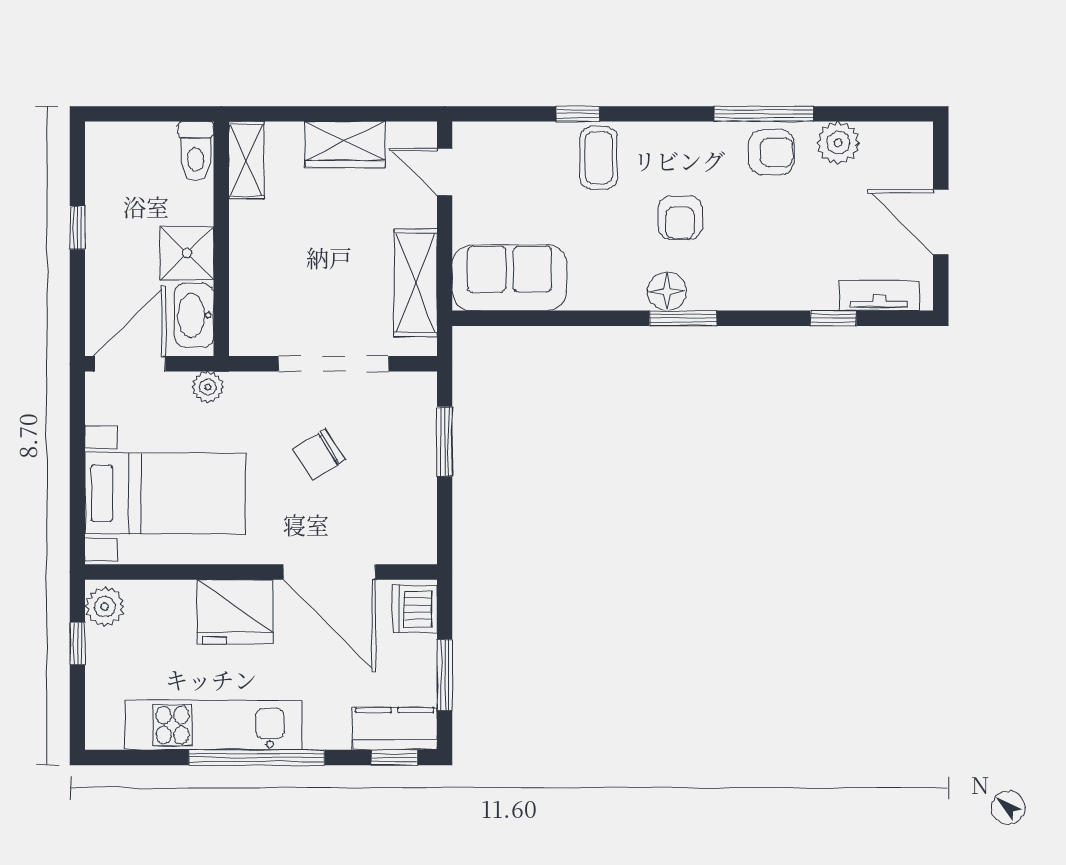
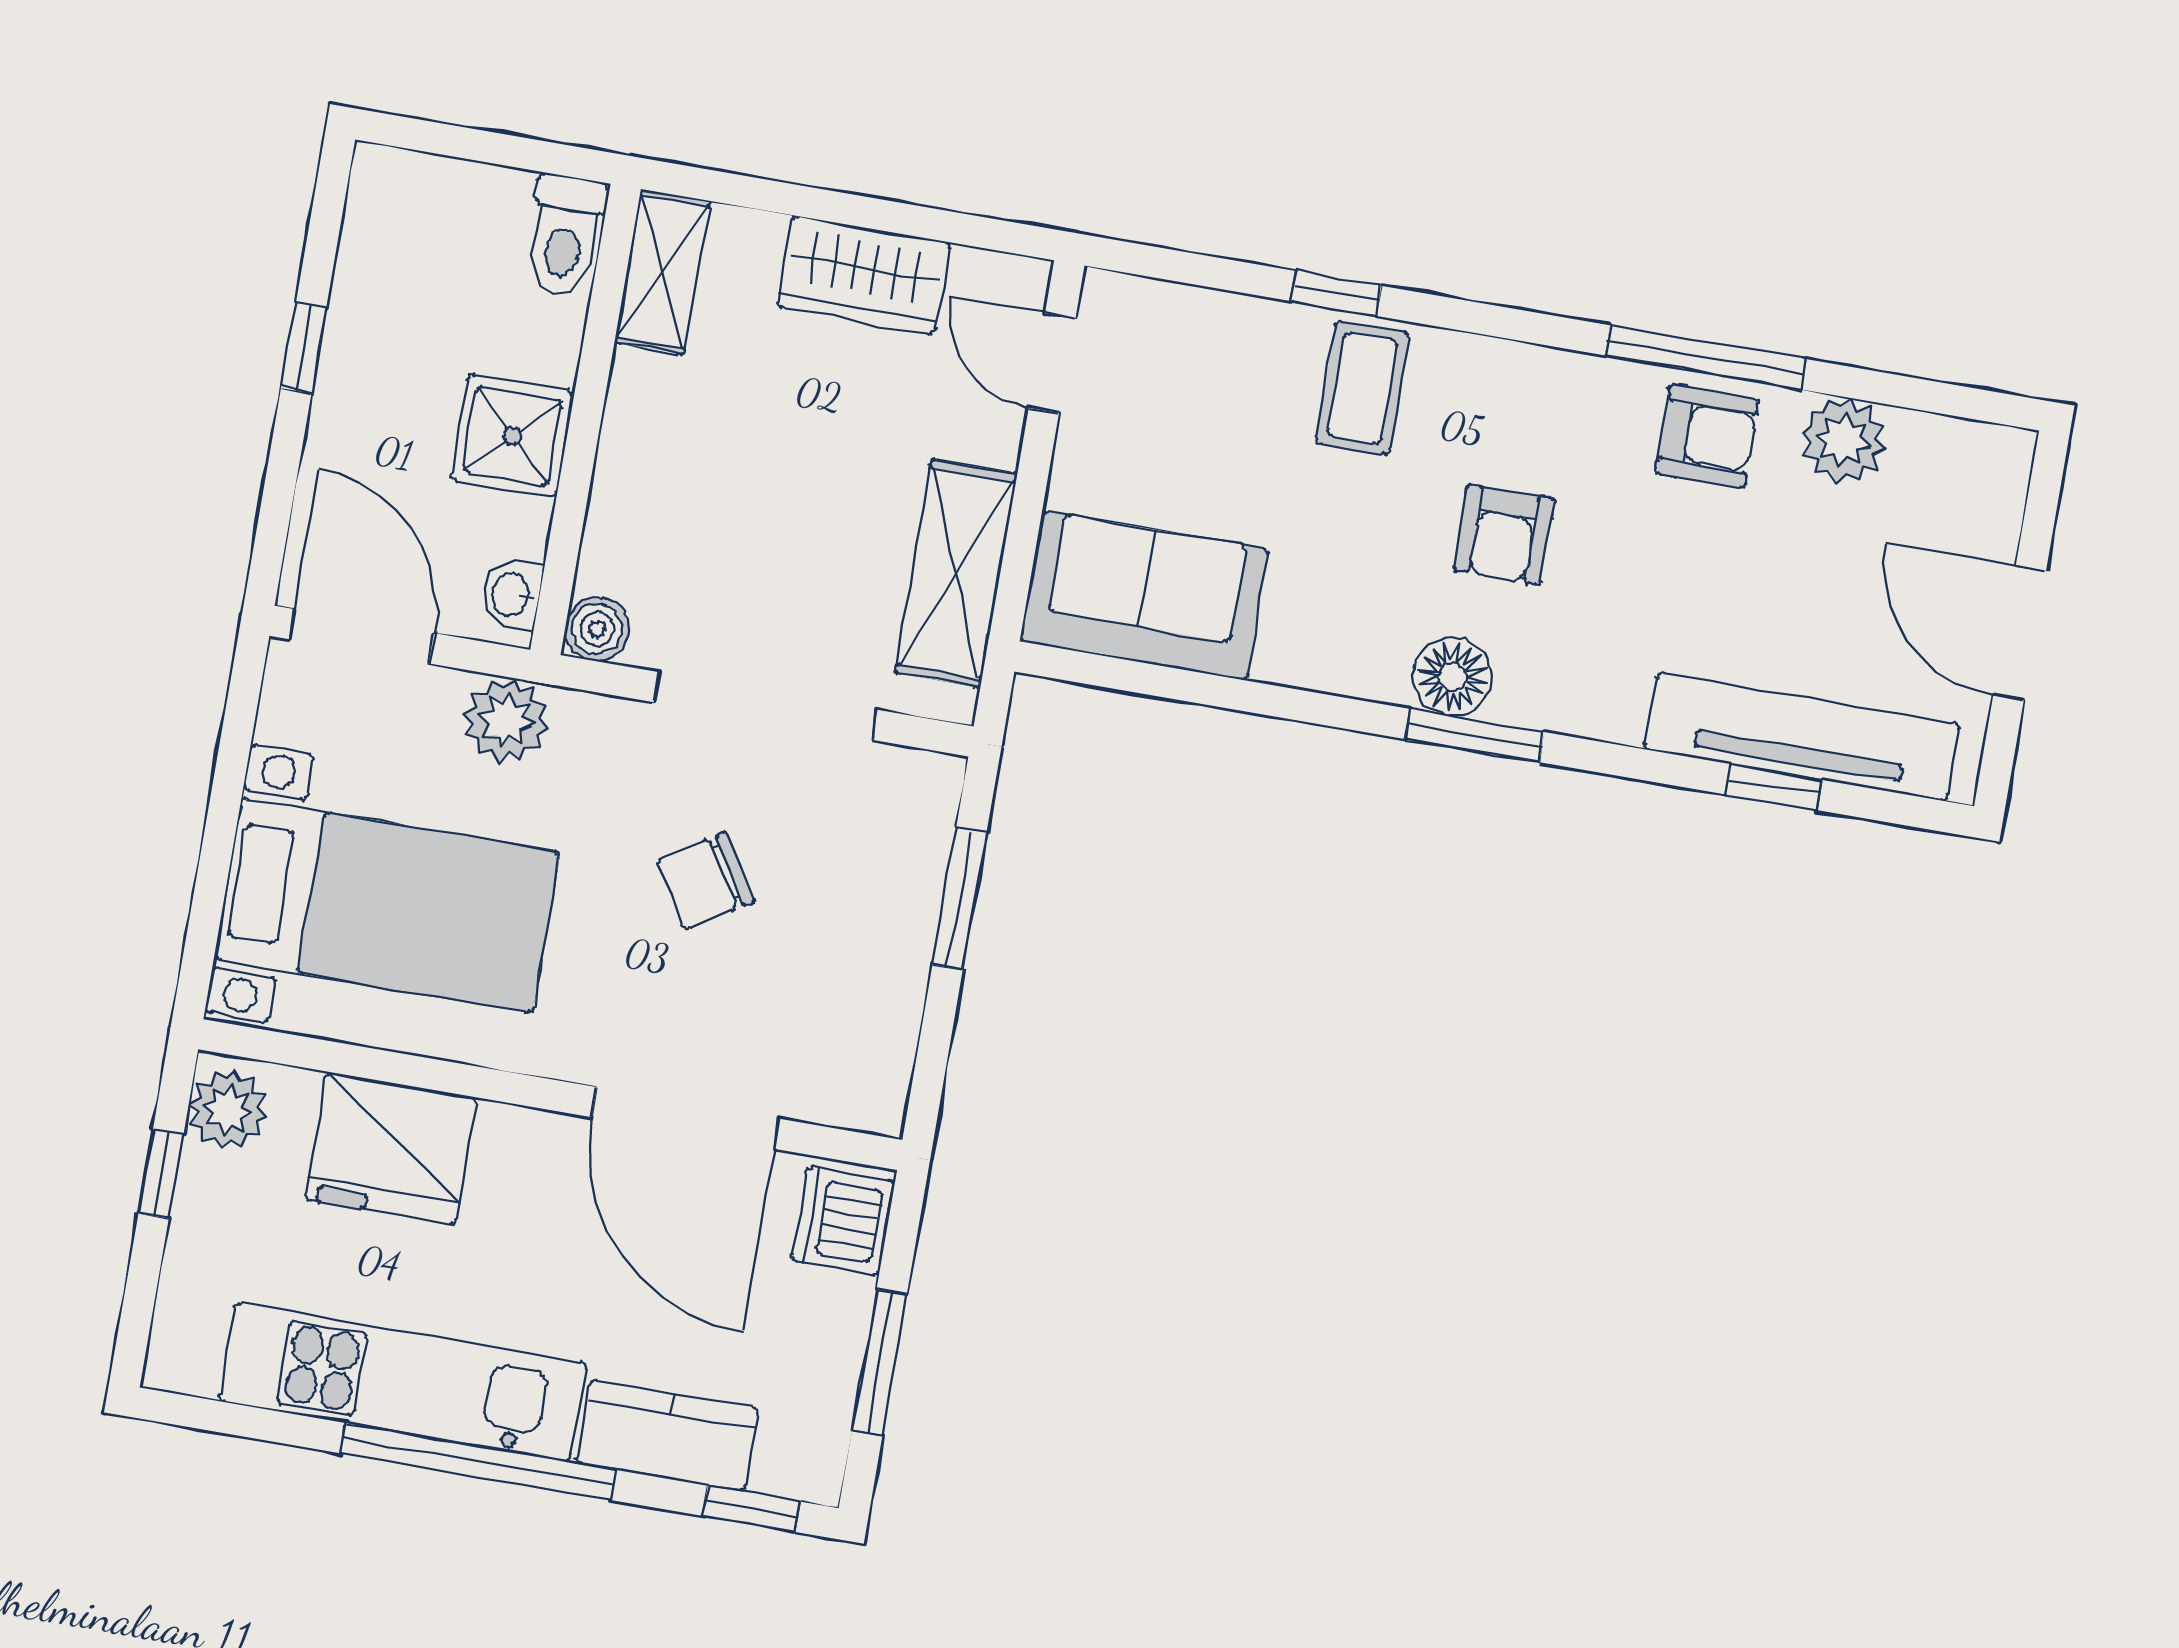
tv unit: (879, 296) -> (1802, 737), width x1.92, depth x1.29
washbasin: (194, 315) -> (512, 595), width x0.52, depth x0.69
boiler: (245, 340) -> (597, 629), added
door: (130, 364) -> (361, 636), hinge flipped
plant: (208, 387) -> (506, 720), width x1.38, depth x1.38
fridge: (235, 612) -> (391, 1148), moved
kitchen counter: (395, 729) -> (667, 1435), moved

